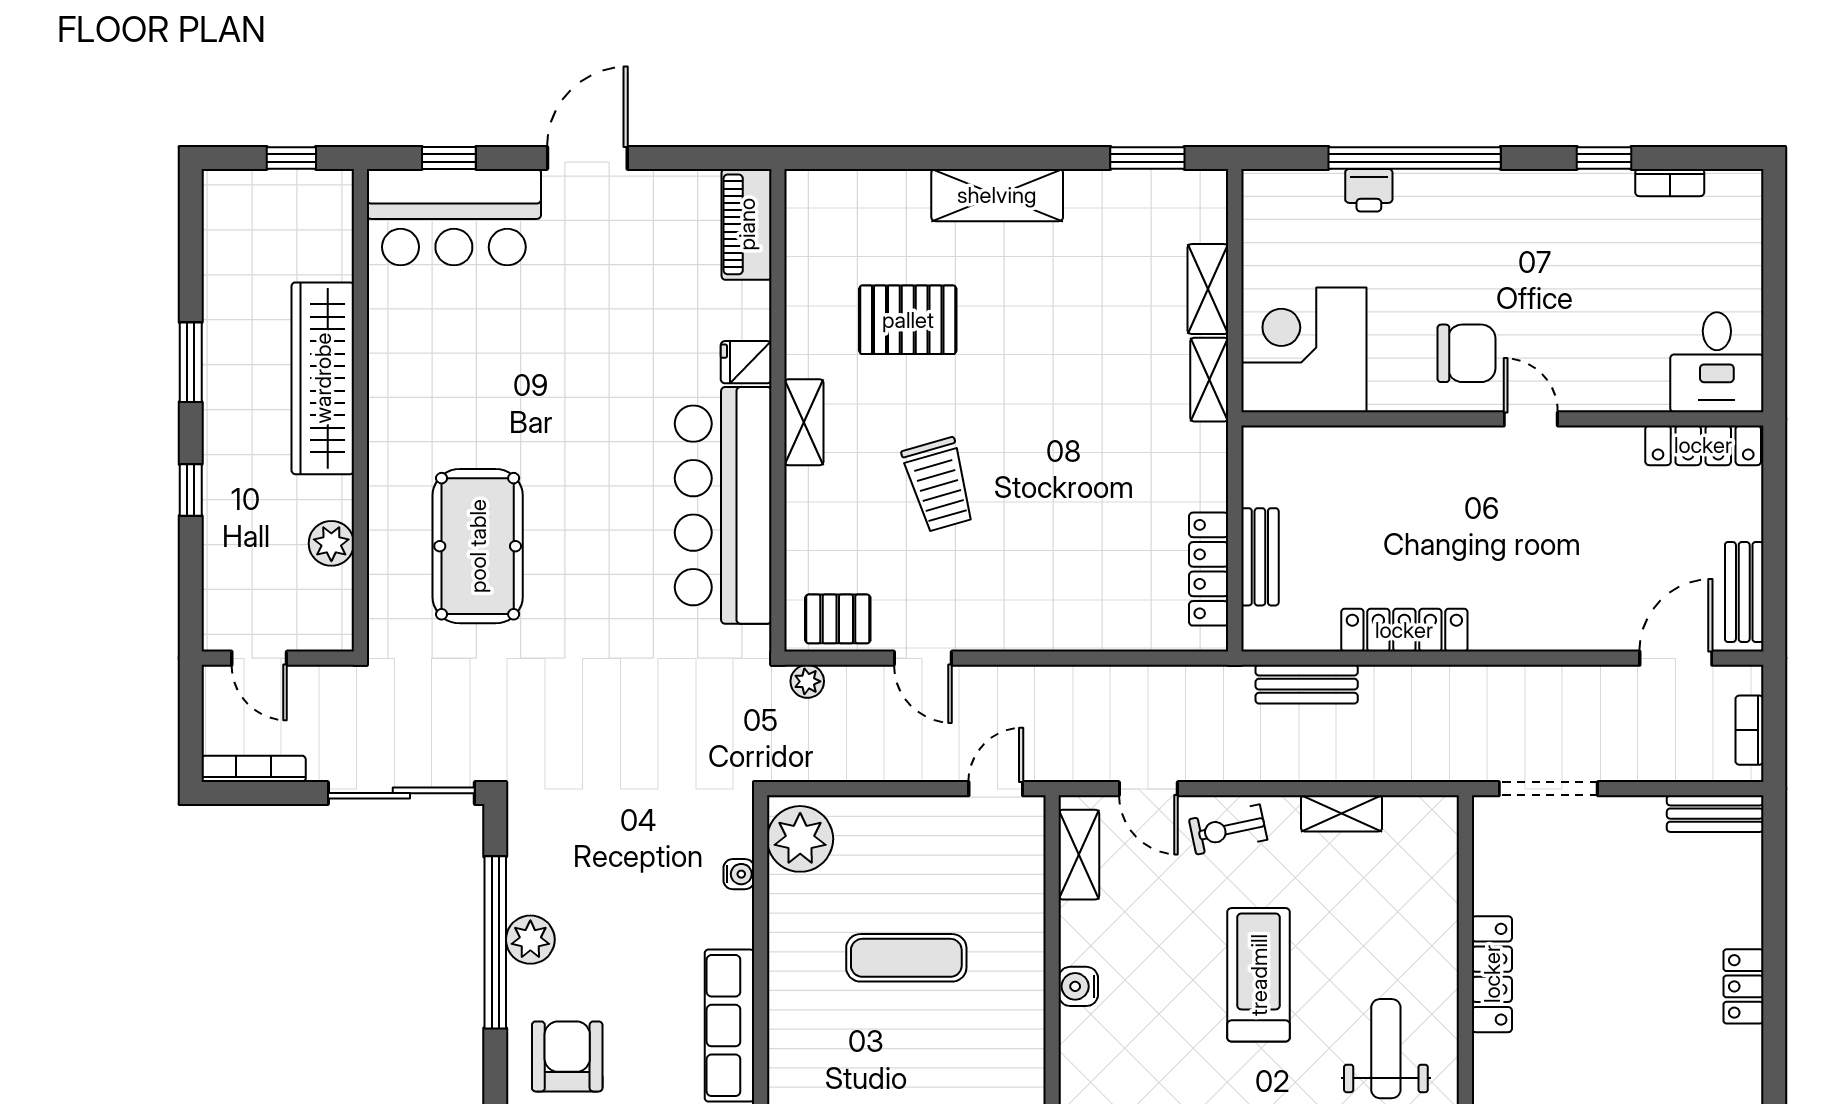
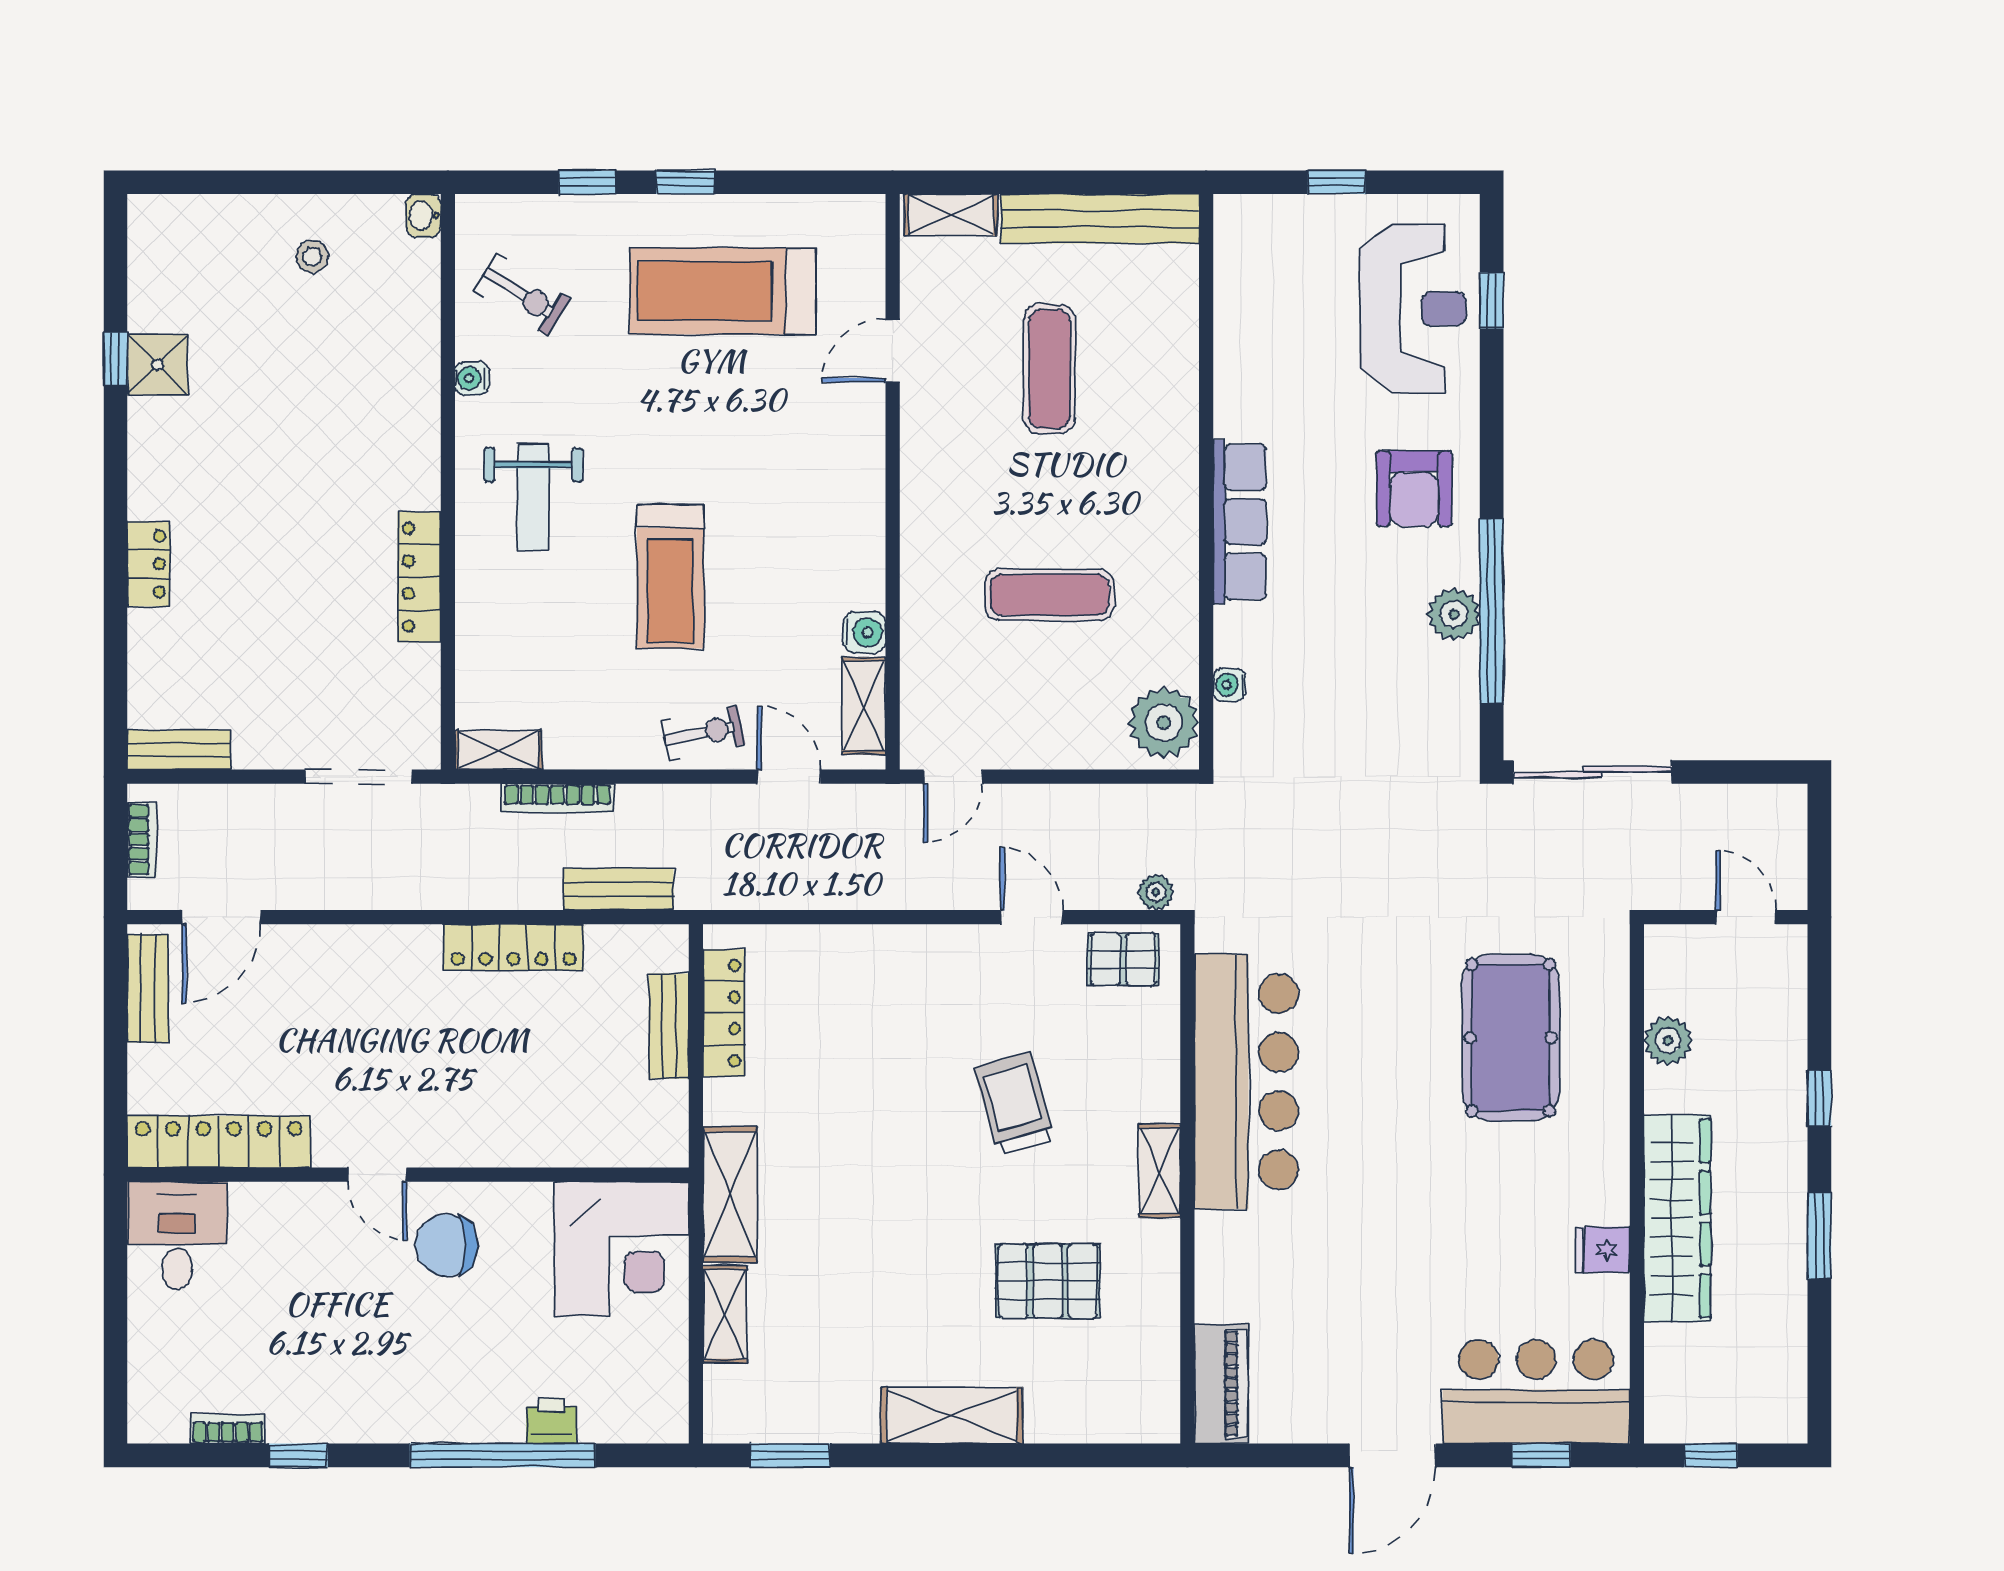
fridge: (746, 362) -> (1603, 1250), moved, turned 180
shelving: (1209, 380) -> (730, 1194), width x1.50, depth x1.33
locker: (1703, 445) -> (219, 1142), width x1.41, depth x1.21
bookcase: (254, 769) -> (557, 798), moved
shelving: (1342, 813) -> (498, 750), moved
water cooler: (1078, 986) -> (864, 632), moved

